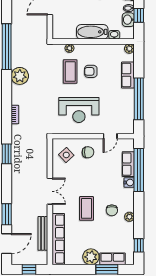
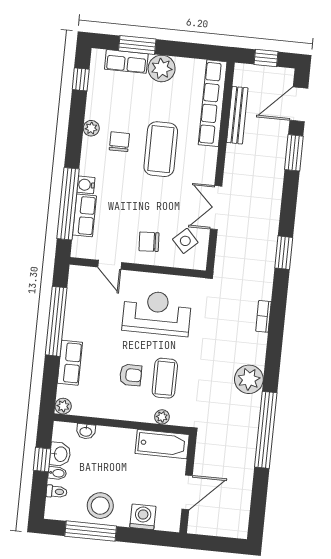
bathtub: (92, 32) -> (162, 444), moved
door: (110, 136) -> (110, 265), swing flipped
double door: (50, 191) -> (216, 208), moved
coffee table: (87, 208) -> (161, 149), width x1.36, depth x1.32

